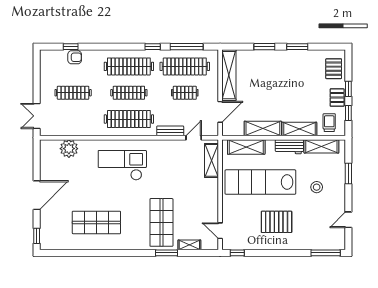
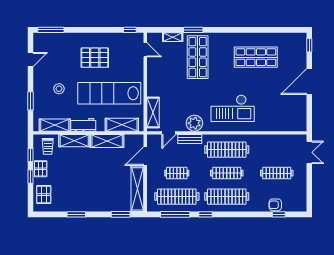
window: (264, 47) -> (121, 214), moved
plant: (69, 149) -> (194, 123), moved
lab bench: (260, 182) -> (109, 93), turned 180

